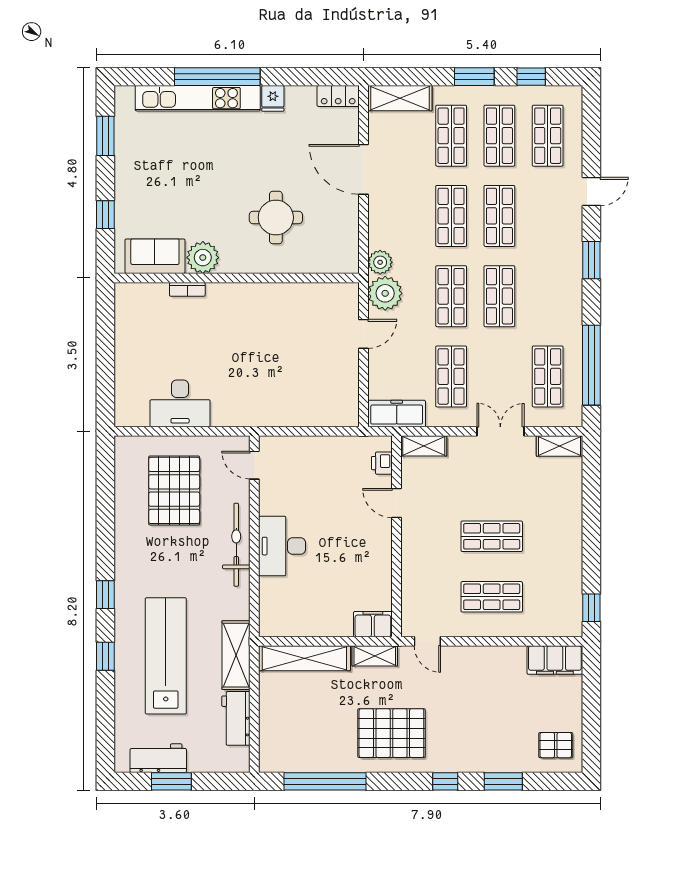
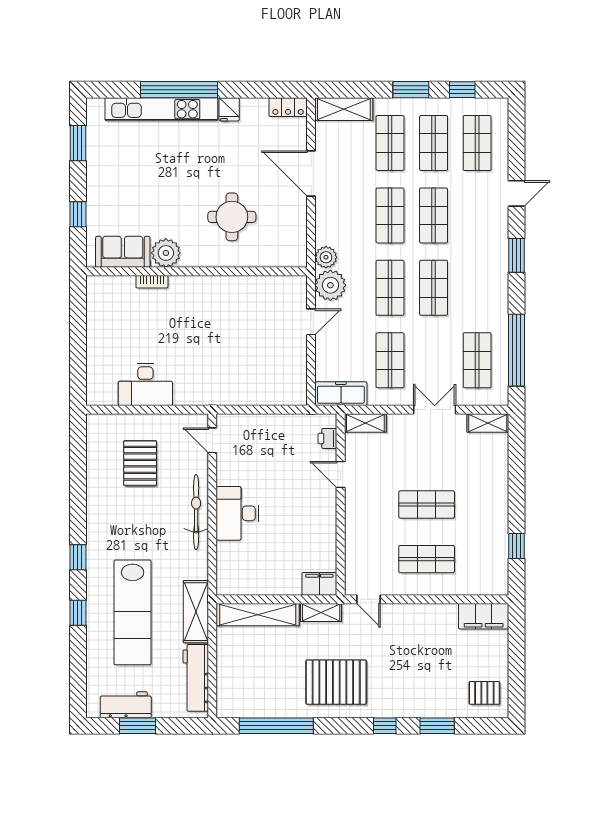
pallet: (174, 490) -> (140, 463), width x0.73, depth x0.71
window: (591, 608) -> (516, 546), moved
lab bench: (166, 656) -> (133, 612), turned 180
workbench: (236, 718) -> (196, 678), width x1.38

